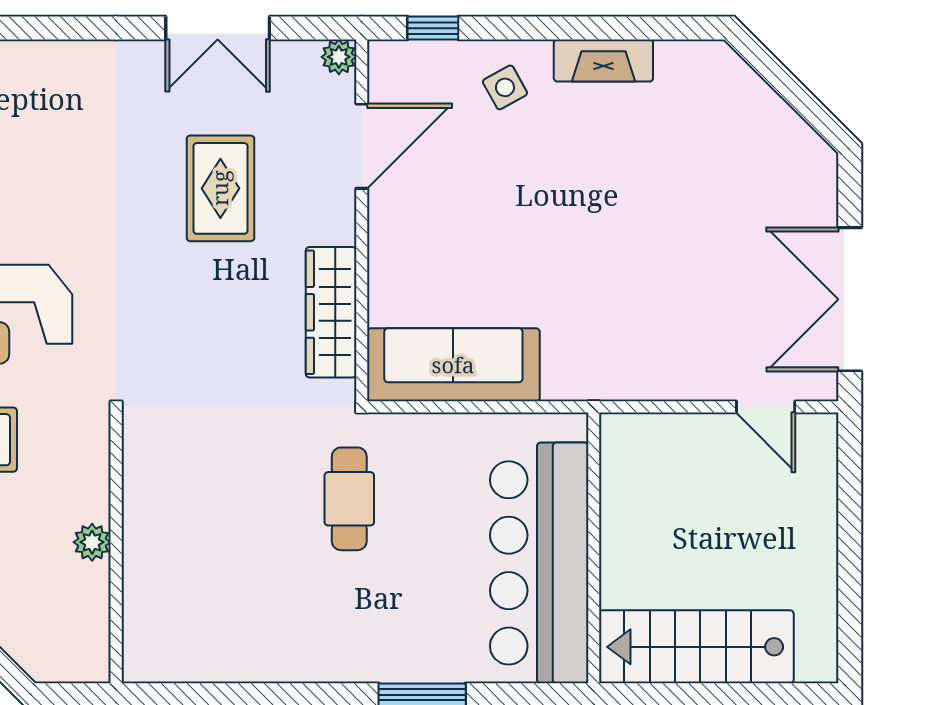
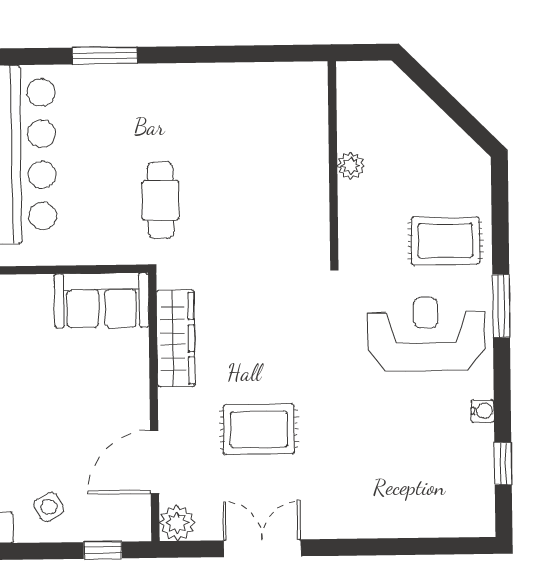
plant: (339, 57) -> (177, 523), width x1.38, depth x1.38
rug: (220, 188) -> (259, 429), turned 90
sofa: (453, 365) -> (101, 300), width x0.73

